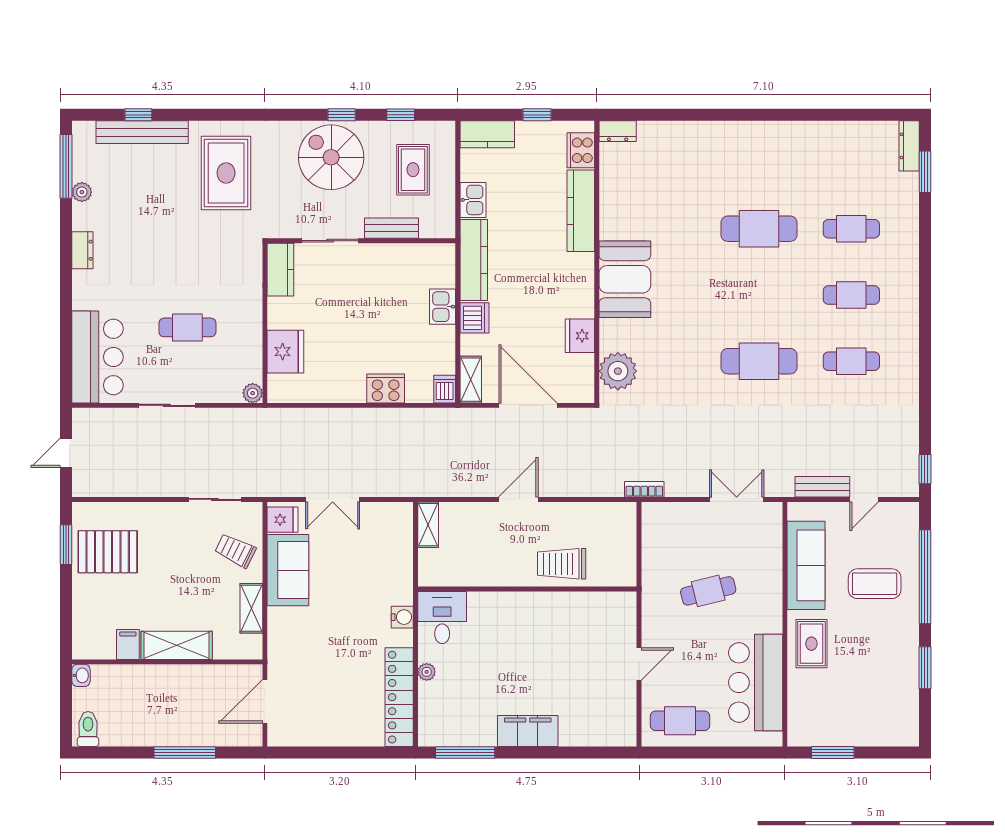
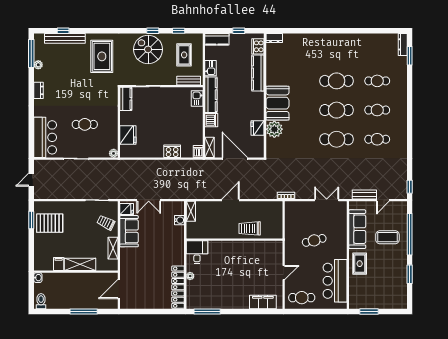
bench: (391, 228) -> (189, 81), moved
cafe table: (759, 295) -> (337, 110), added
kitchen sink: (443, 307) -> (197, 99), moved
plant: (618, 371) -> (274, 129), moved
water cooler: (402, 617) -> (179, 220), moved
filing cabinet: (528, 731) -> (263, 302), moved

